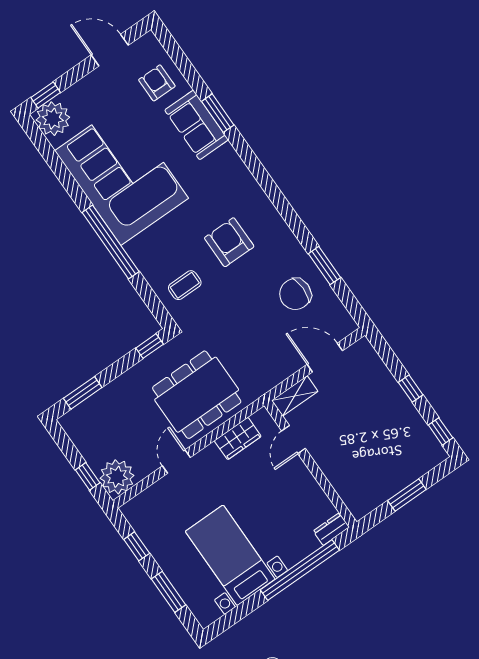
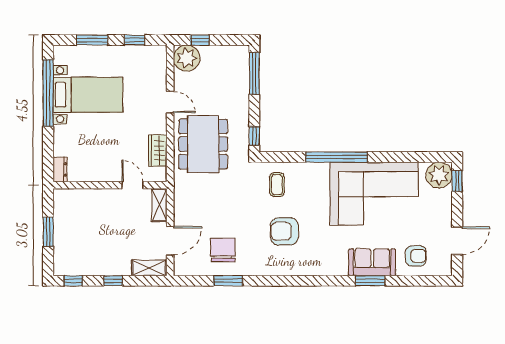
armchair: (229, 242) -> (284, 231), turned 180
shelving: (370, 360) -> (149, 268), added
window: (83, 393) -> (254, 74), width x1.44
window: (300, 570) -> (48, 93), moved

